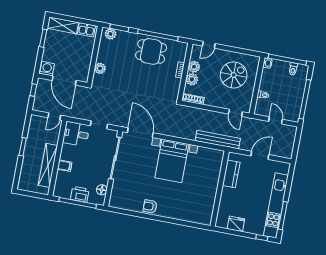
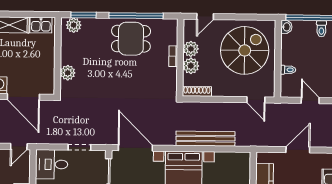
spiral stairs: (234, 75) -> (245, 50), width x1.37, depth x1.37
bench: (218, 140) -> (205, 139), moved

